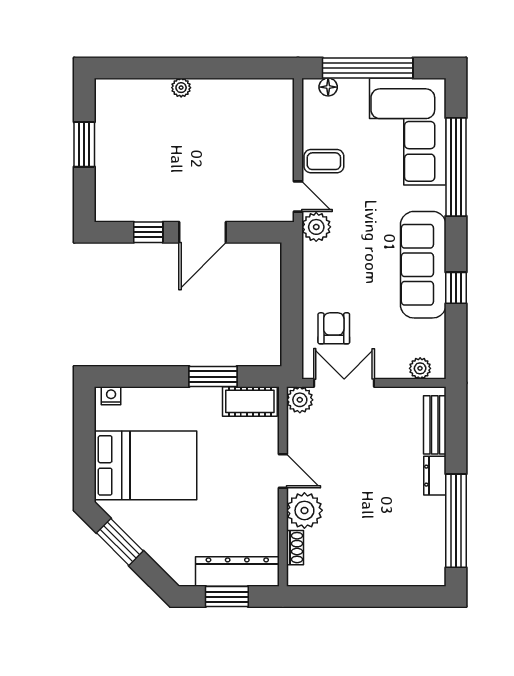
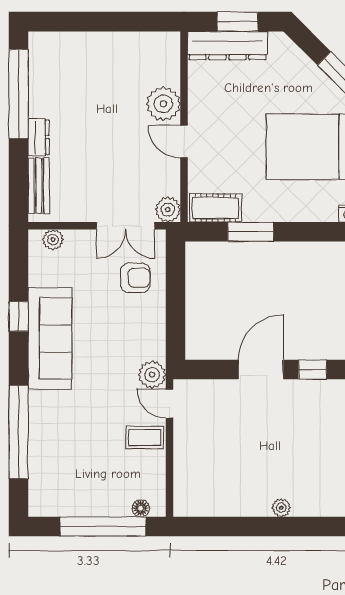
corner sofa: (408, 132) -> (65, 466), removed
armchair: (334, 328) -> (135, 278), turned -90
shoe rack: (295, 548) -> (172, 68), removed

